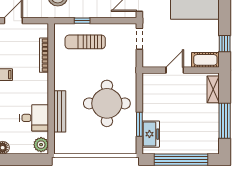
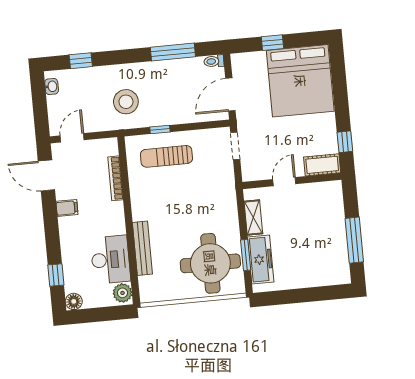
shelving: (213, 89) -> (253, 218), moved
round table: (107, 103) -> (210, 263), moved
desk: (34, 118) -> (110, 260), width x1.37
freezer: (151, 134) -> (261, 259), width x1.40
window: (181, 160) -> (303, 295), removed

